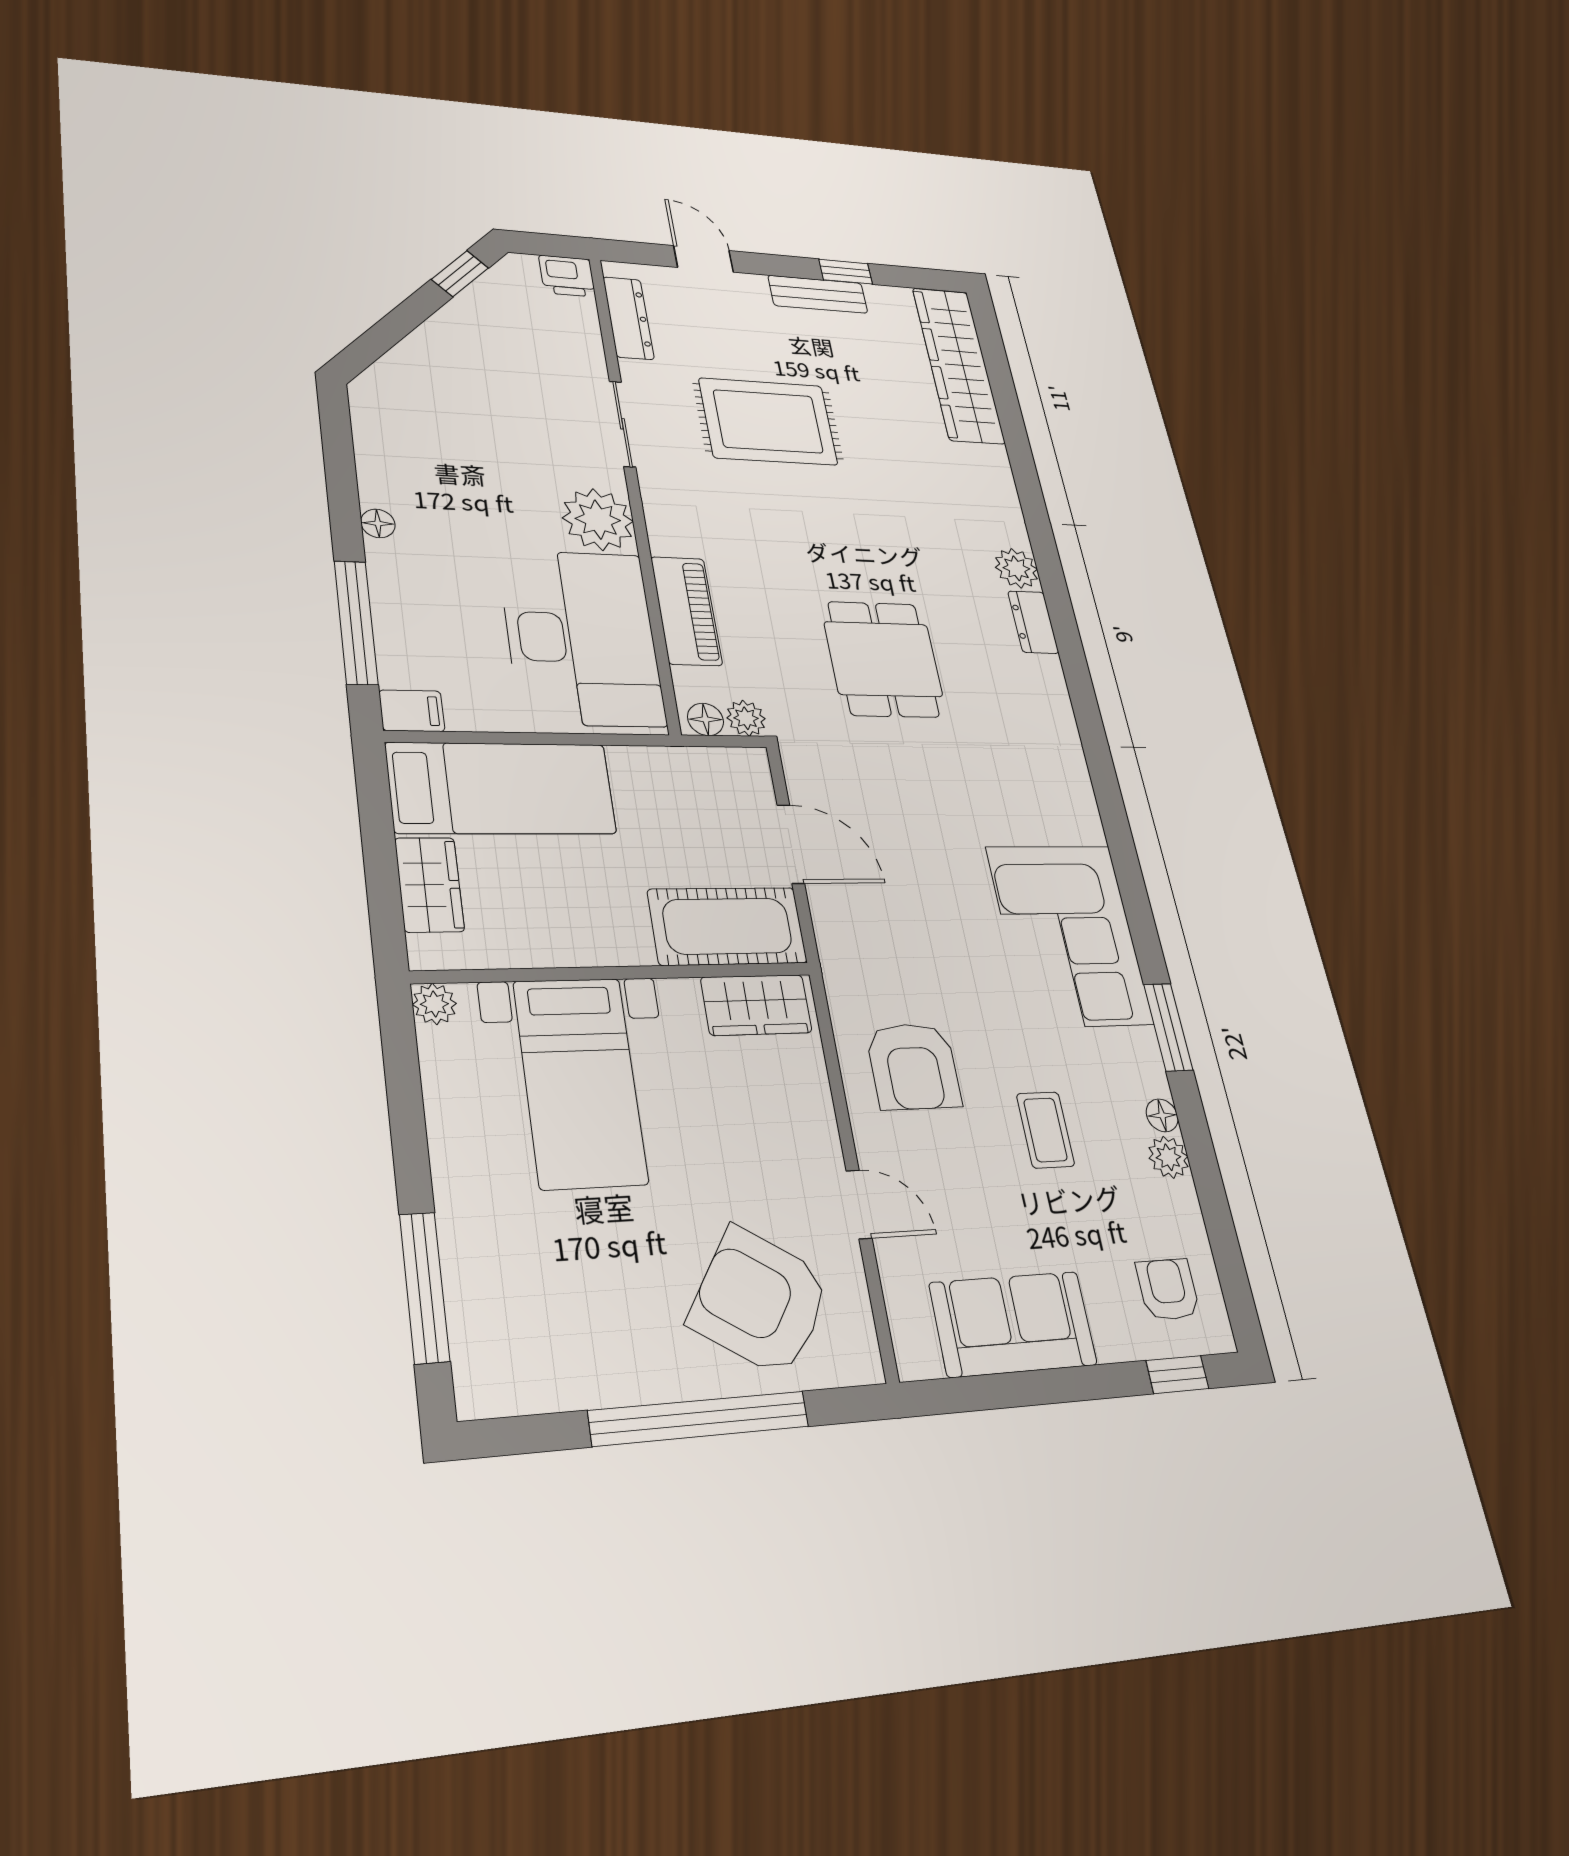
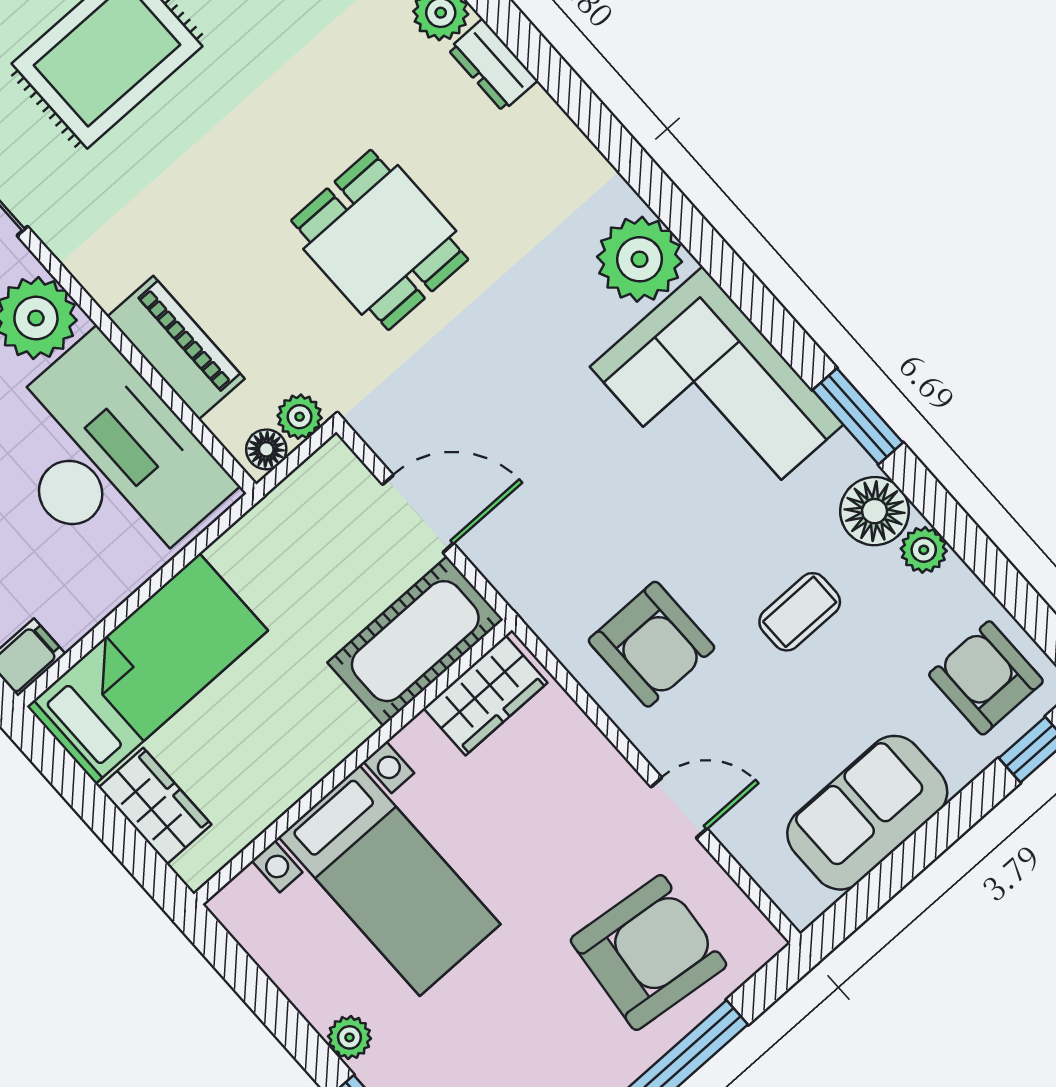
plant: (1065, 809) -> (640, 259), added
plant: (434, 1004) -> (349, 1037), moved
floor lamp: (1162, 1115) -> (875, 511), width x1.89, depth x1.89
coffee table: (1045, 1130) -> (800, 612), turned 90
armchair: (1168, 1289) -> (986, 678), width x1.38, depth x1.38
armchair: (760, 1301) -> (648, 952), turned 153

